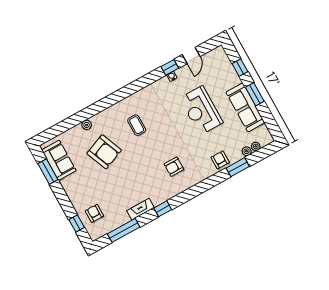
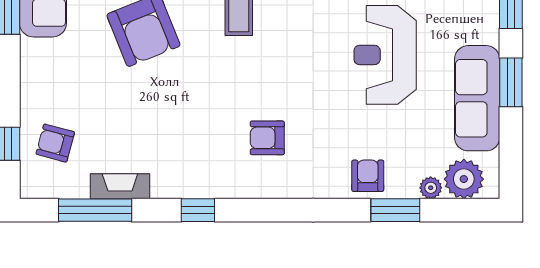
plant: (256, 146) -> (464, 179), width x1.88, depth x1.88
fireplace: (141, 209) -> (120, 186), moved
armchair: (94, 213) -> (55, 143), turned -75

